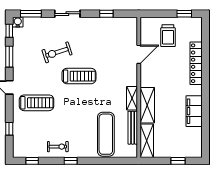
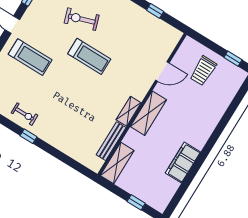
locker: (196, 63) -> (214, 116), removed
shelving: (147, 105) -> (148, 113), moved
exercise mat: (106, 134) -> (80, 131), removed

